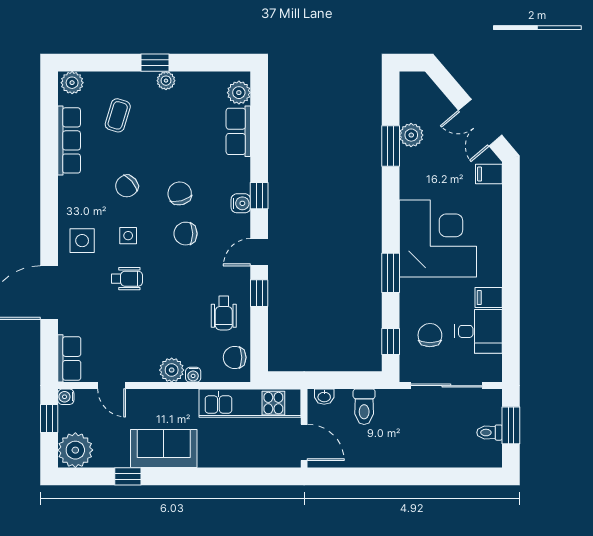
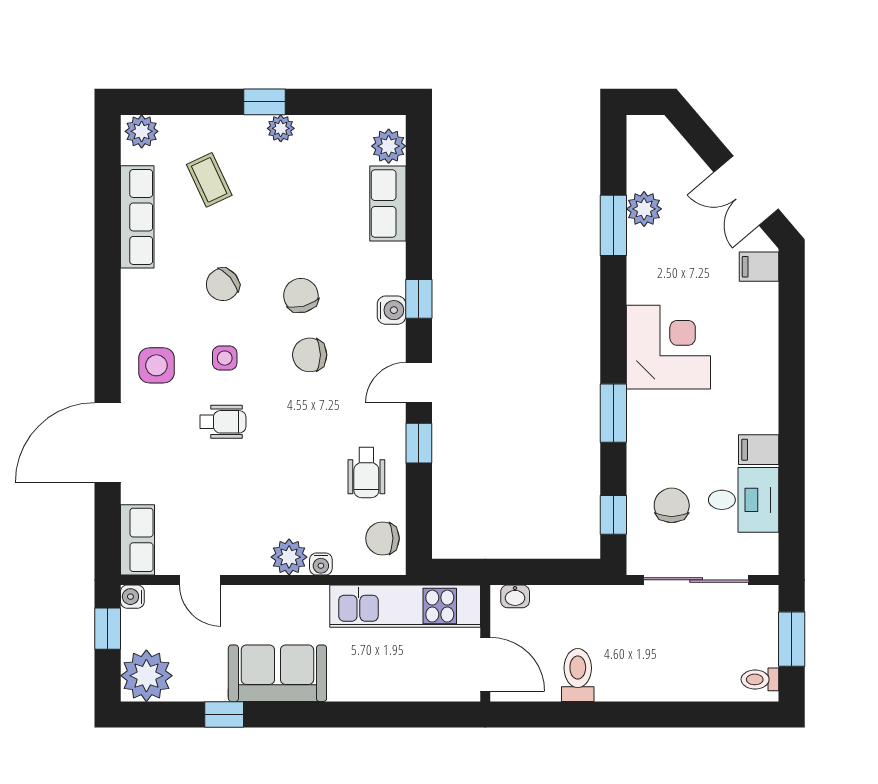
coffee table: (118, 115) -> (209, 180), turned -42
corner desk: (438, 239) -> (668, 347), width x0.74, depth x0.74
toilet: (364, 407) -> (578, 675), moved, turned 180
toilet: (490, 433) -> (760, 679), moved

